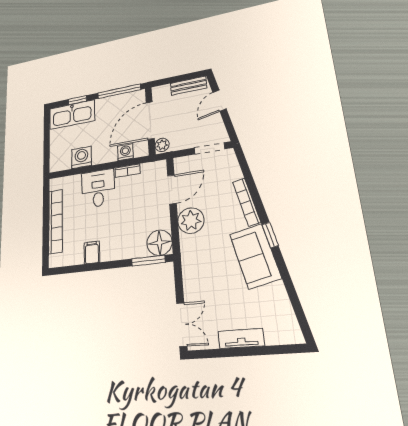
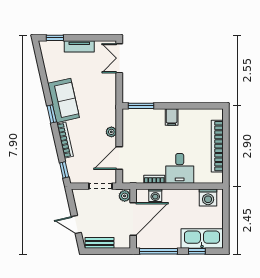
door: (219, 101) -> (76, 225), swing flipped
doorway: (209, 148) -> (100, 186), moved
washing machine: (81, 157) -> (208, 198), moved
window: (243, 163) -> (64, 170), added
plant: (191, 221) -> (111, 132), width x0.53, depth x0.53
floor lamp: (159, 243) -> (132, 118), removed
filing cabinet: (92, 252) -> (172, 117), moved
window: (280, 350) -> (55, 38), added

